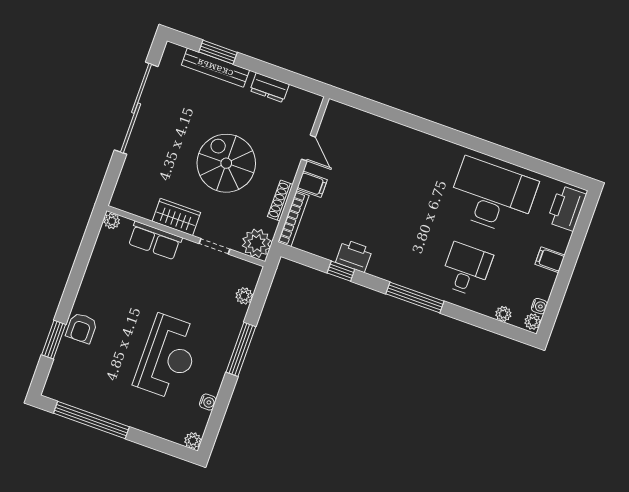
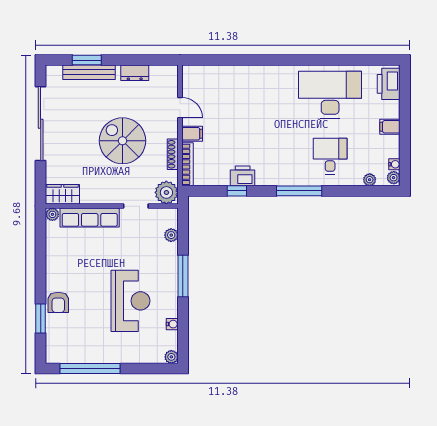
wardrobe: (176, 217) -> (62, 194), moved
row of seats: (155, 241) -> (90, 218), width x1.48

